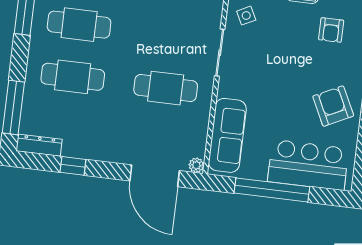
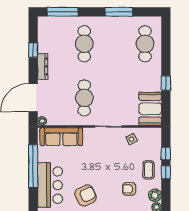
cafe table: (79, 25) -> (115, 44), removed
dresser: (39, 145) -> (43, 67), moved

